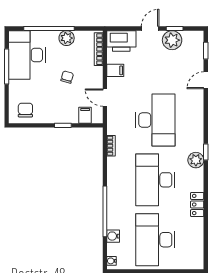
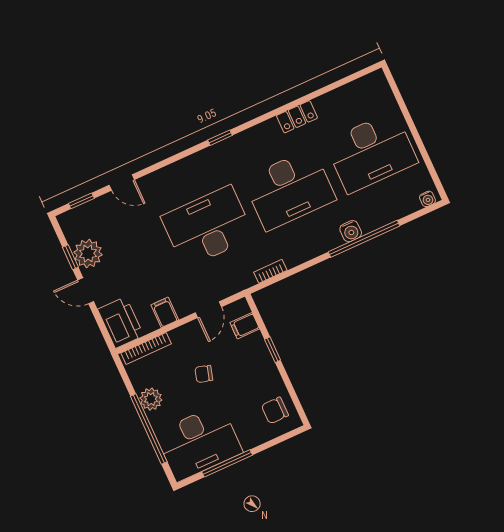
plant: (196, 160) -> (237, 146), removed
water cooler: (113, 236) -> (351, 231), moved

